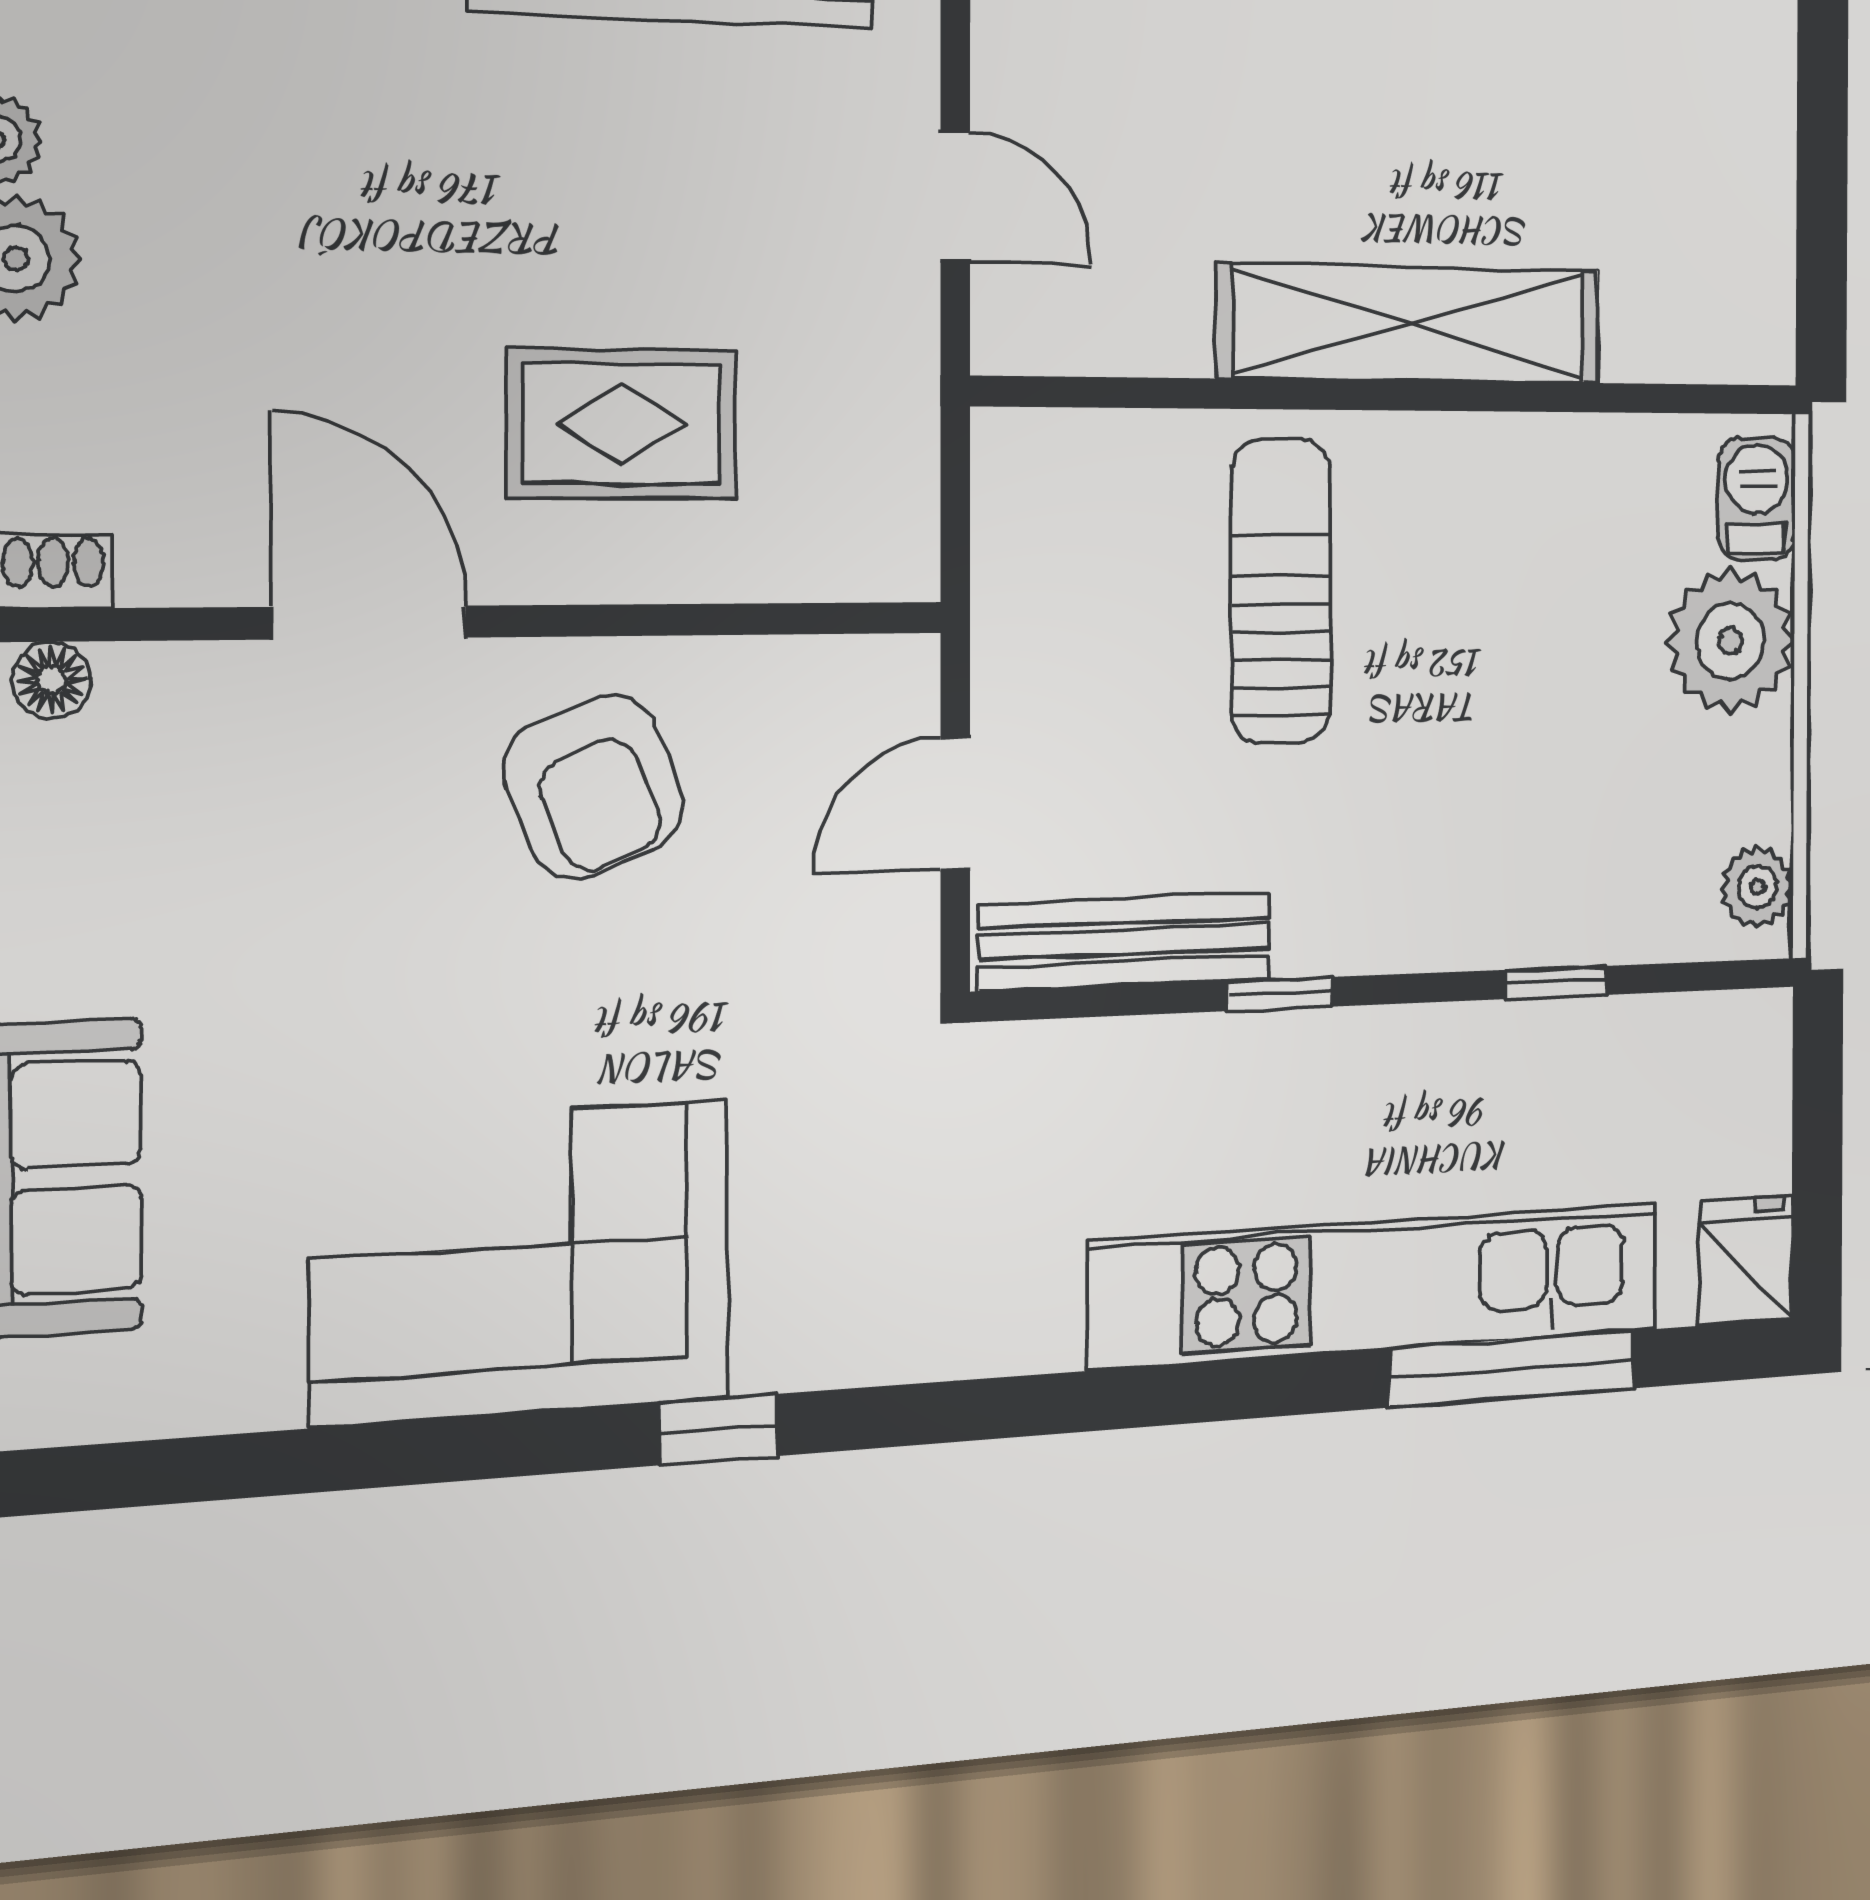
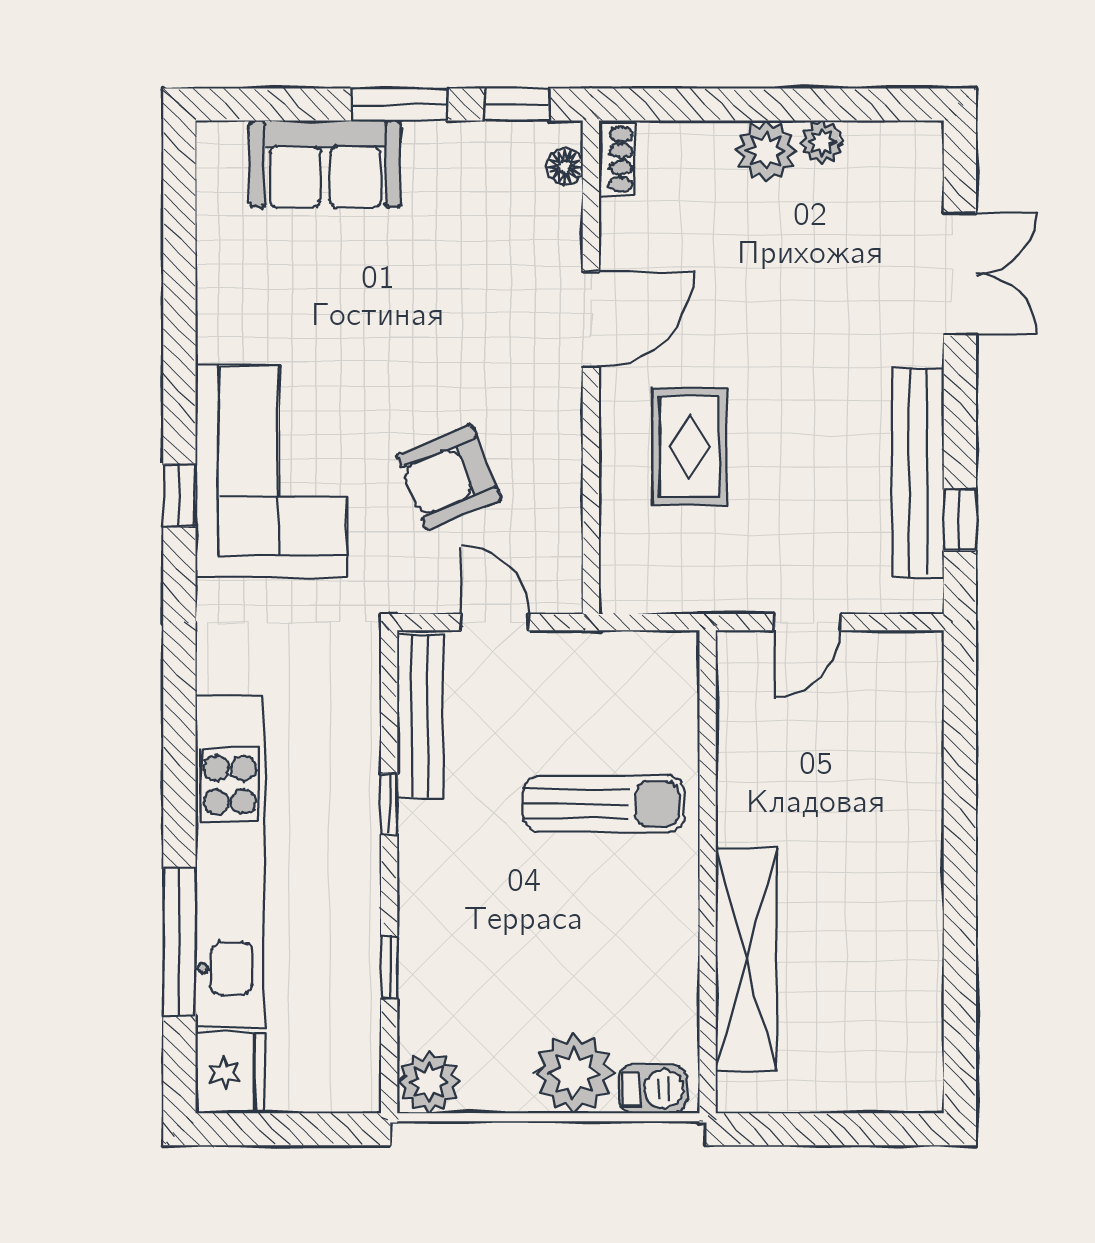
shelving: (1410, 324) -> (746, 959), moved
armchair: (593, 787) -> (449, 477), moved
plant: (1757, 887) -> (429, 1082), width x1.38, depth x1.38
fridge: (1745, 1260) -> (230, 1073), width x1.38
corner sofa: (521, 1262) -> (271, 471), moved

